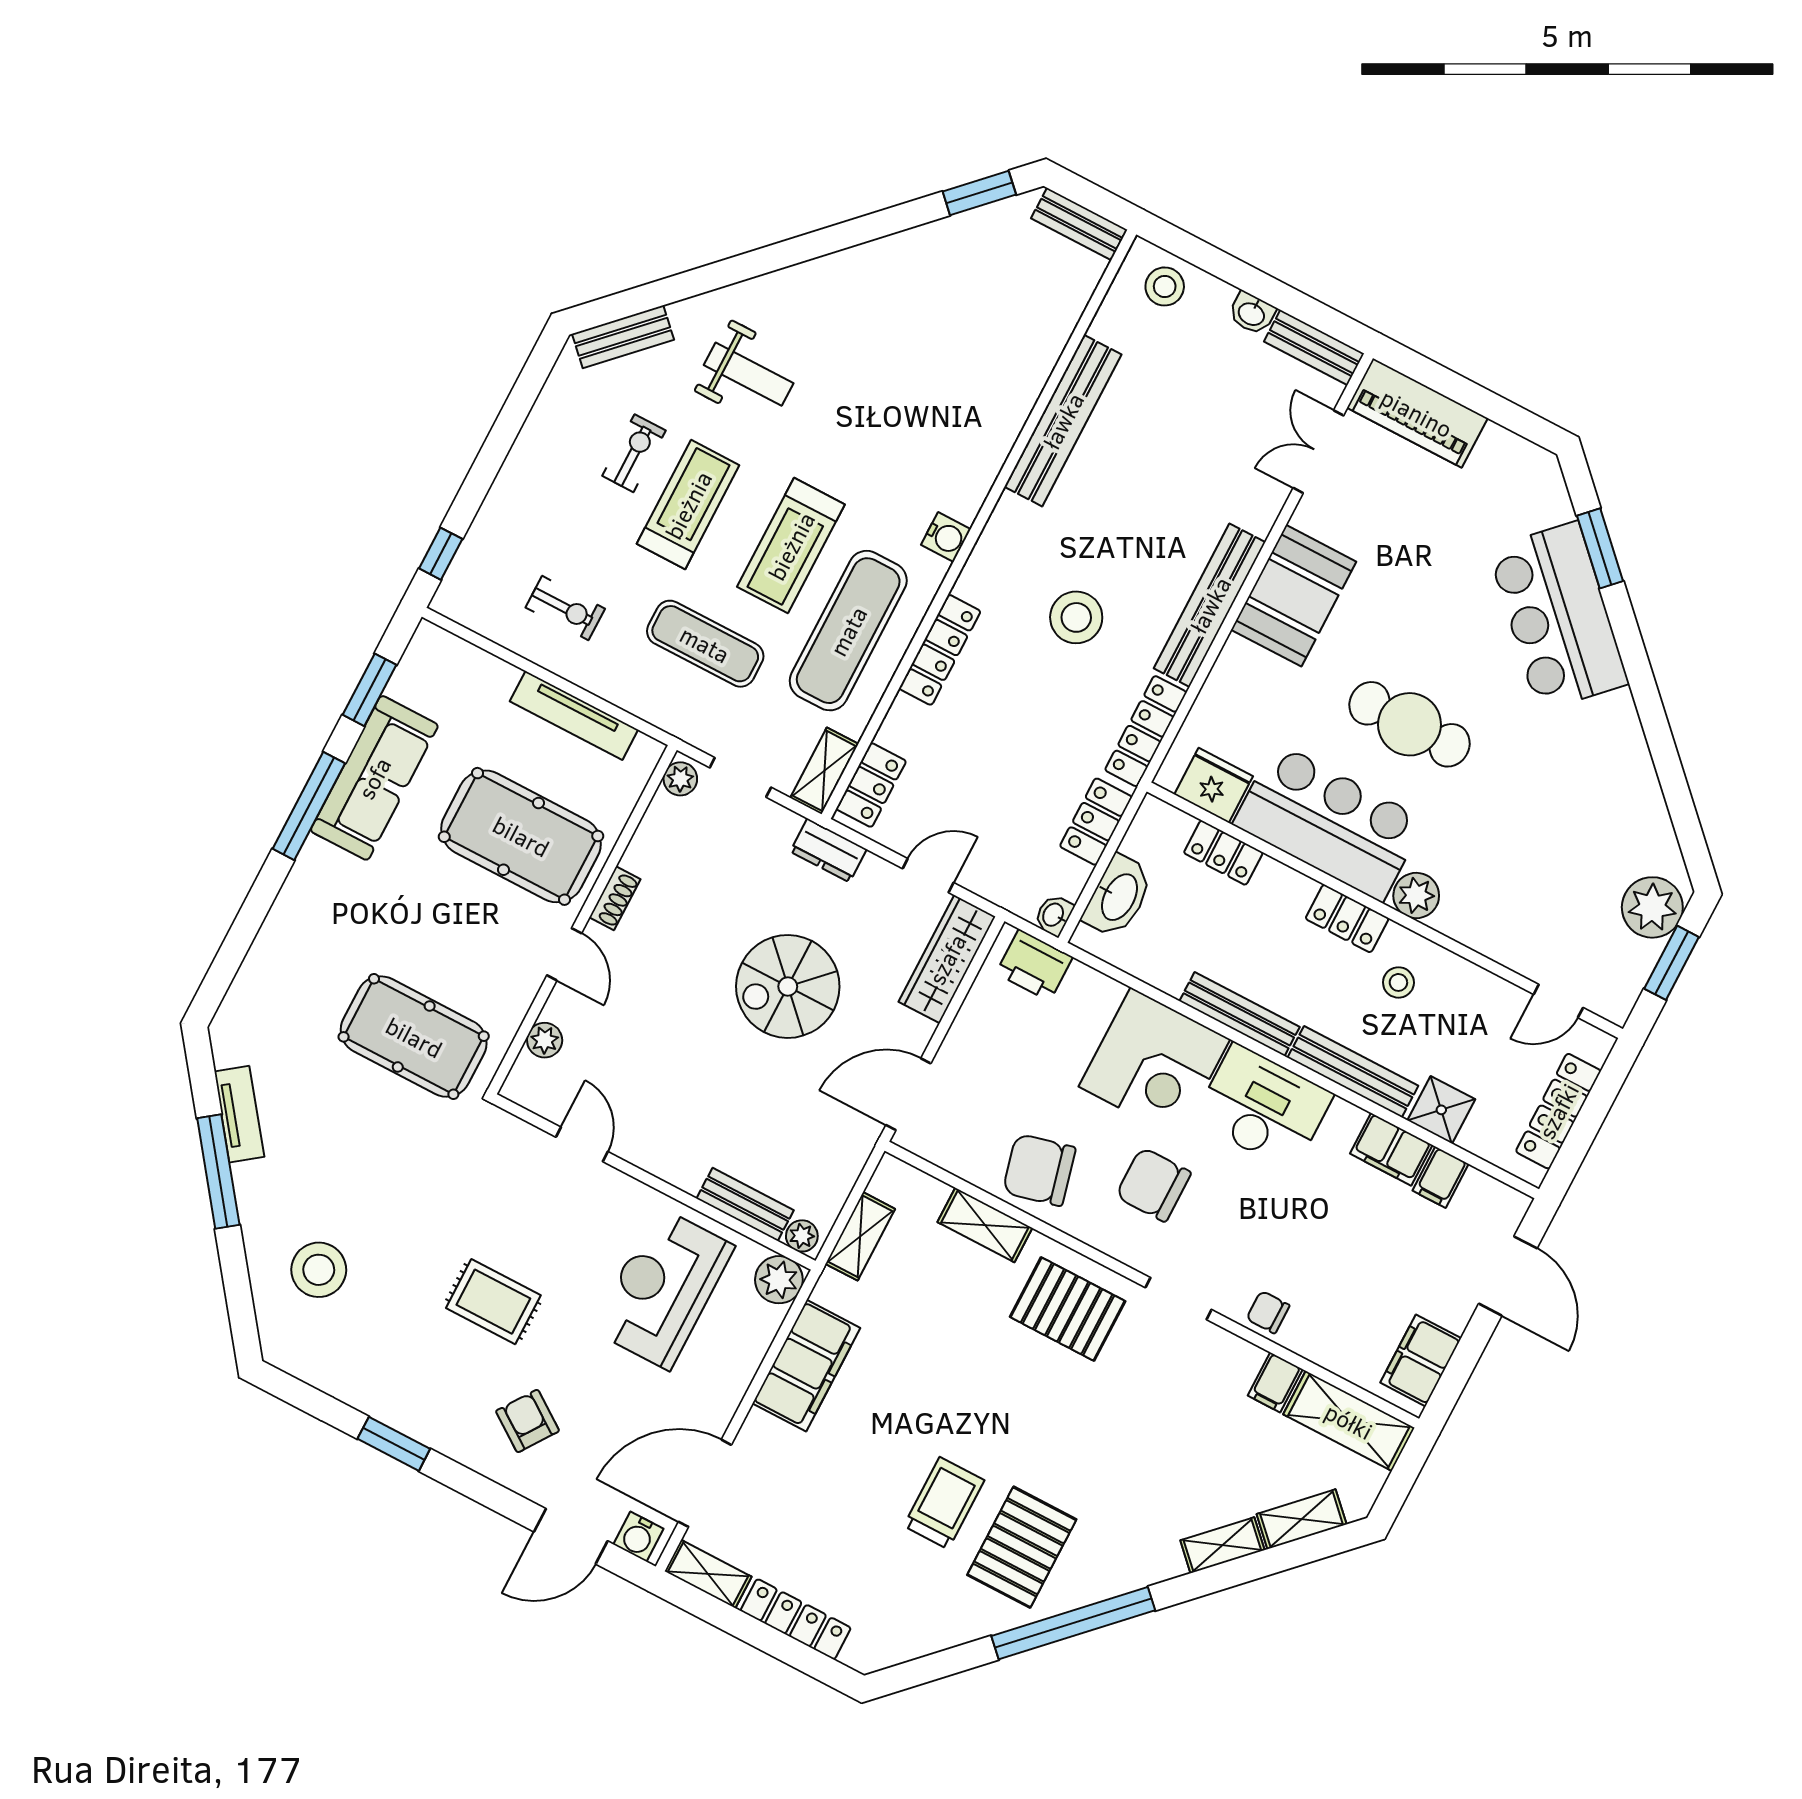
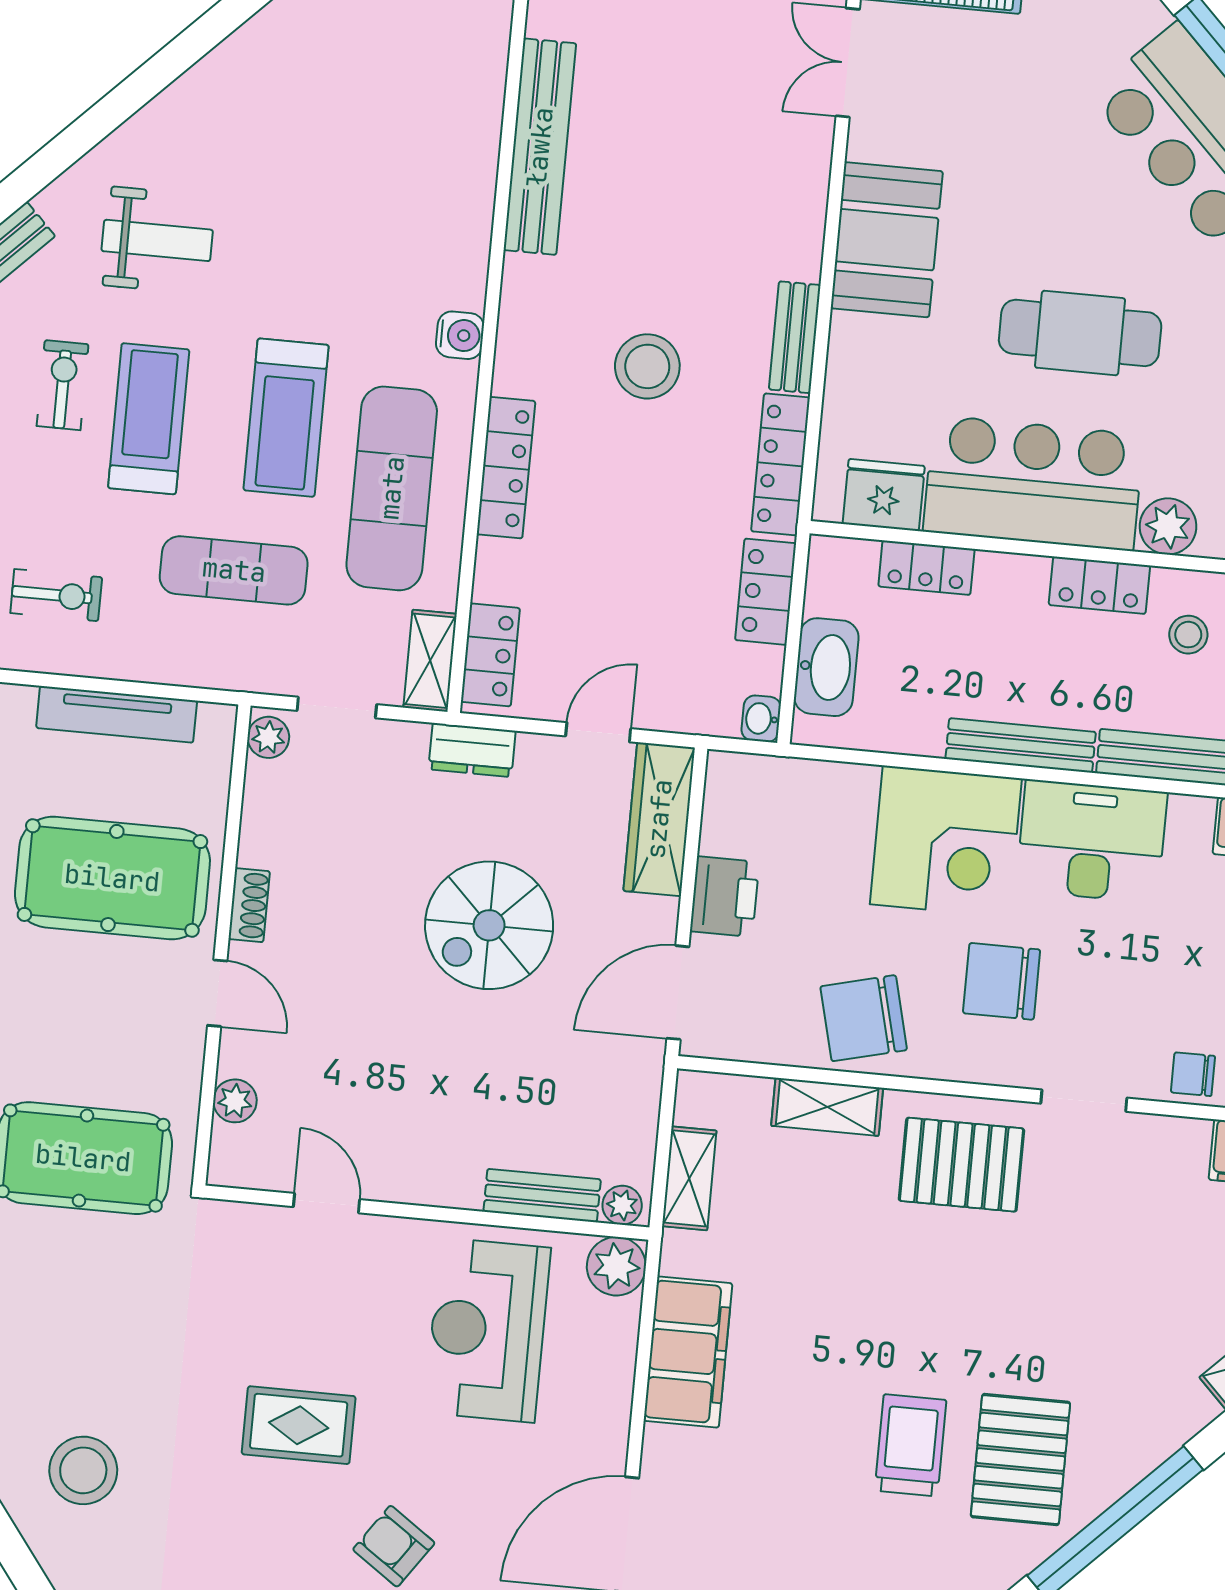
bench: (1210, 605) -> (795, 337), width x0.54, depth x0.82
printer: (1034, 965) -> (725, 897), moved, turned -90

